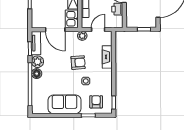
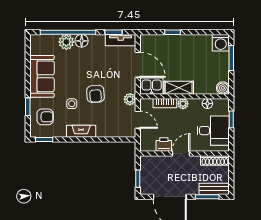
door: (55, 30) -> (138, 65), swing flipped
fireplace: (107, 57) -> (81, 131), moved
plant: (38, 62) -> (66, 42), moved

